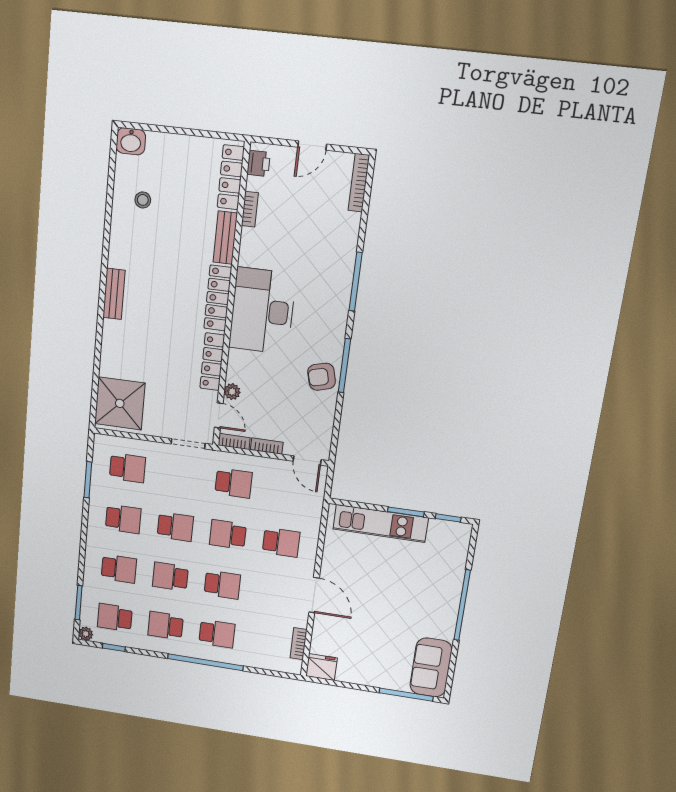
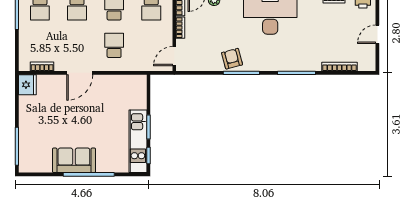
door: (312, 146) -> (377, 34), hinge flipped
bookcase: (359, 183) -> (339, 67), moved
kitchen unit: (380, 523) -> (138, 141), moved
school desk: (281, 542) -> (114, 45), turned 180
sofa: (431, 668) -> (74, 160), moved

